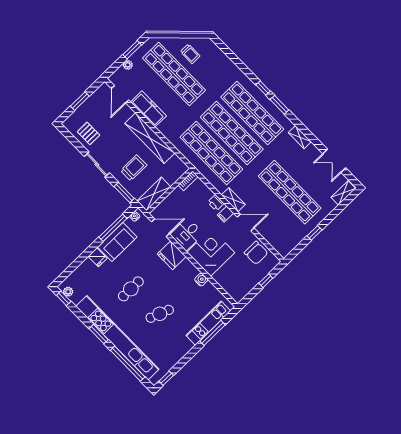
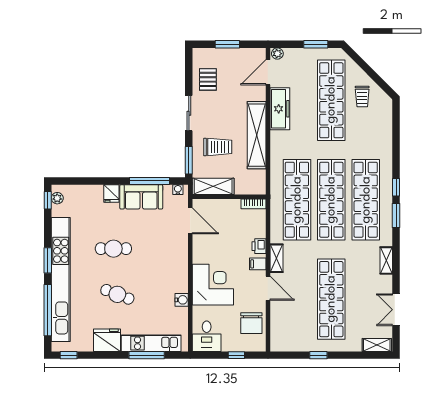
plant: (128, 65) -> (277, 54), moved
desk: (187, 234) -> (207, 336), moved, turned -90
fridge: (172, 255) -> (107, 340), moved, turned 90

